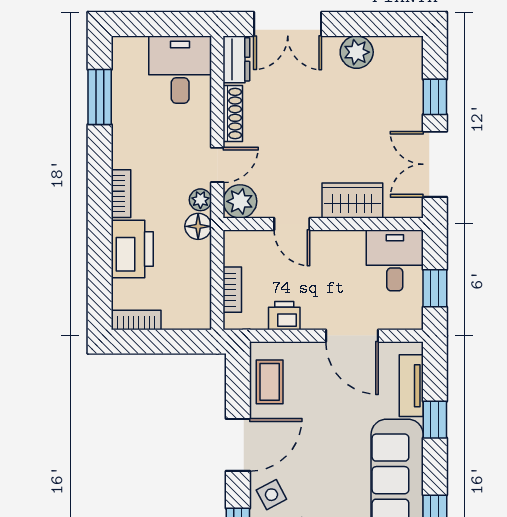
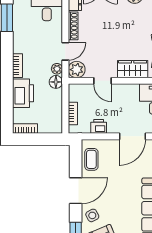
door: (352, 336) -> (132, 136), hinge flipped

